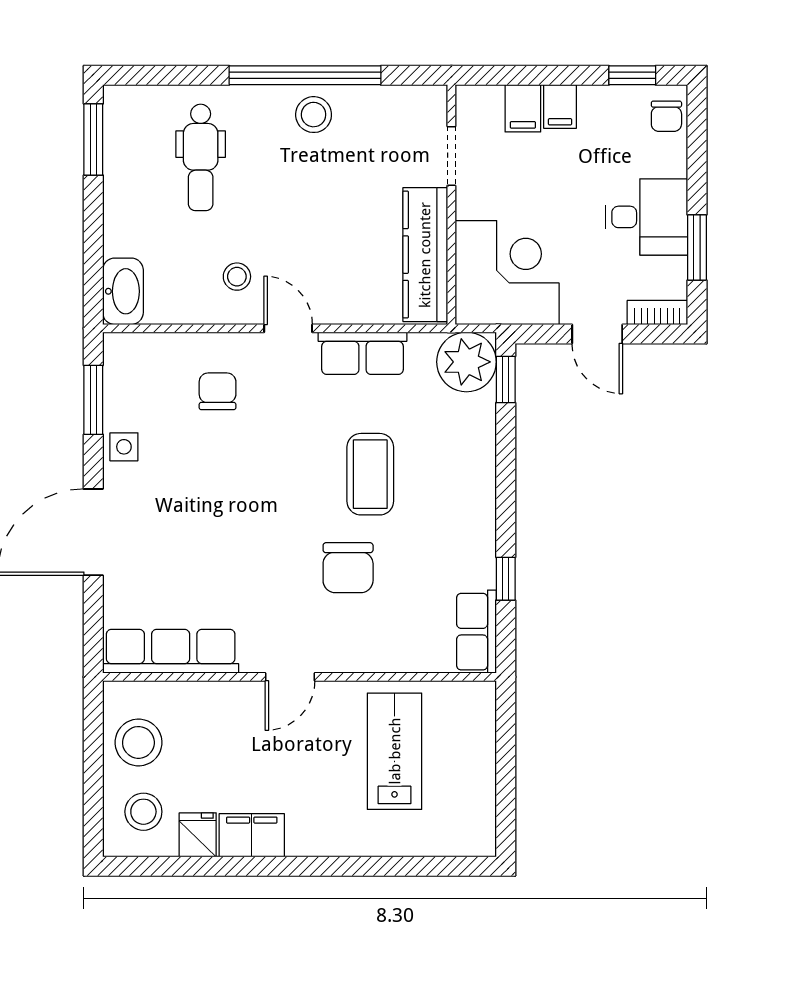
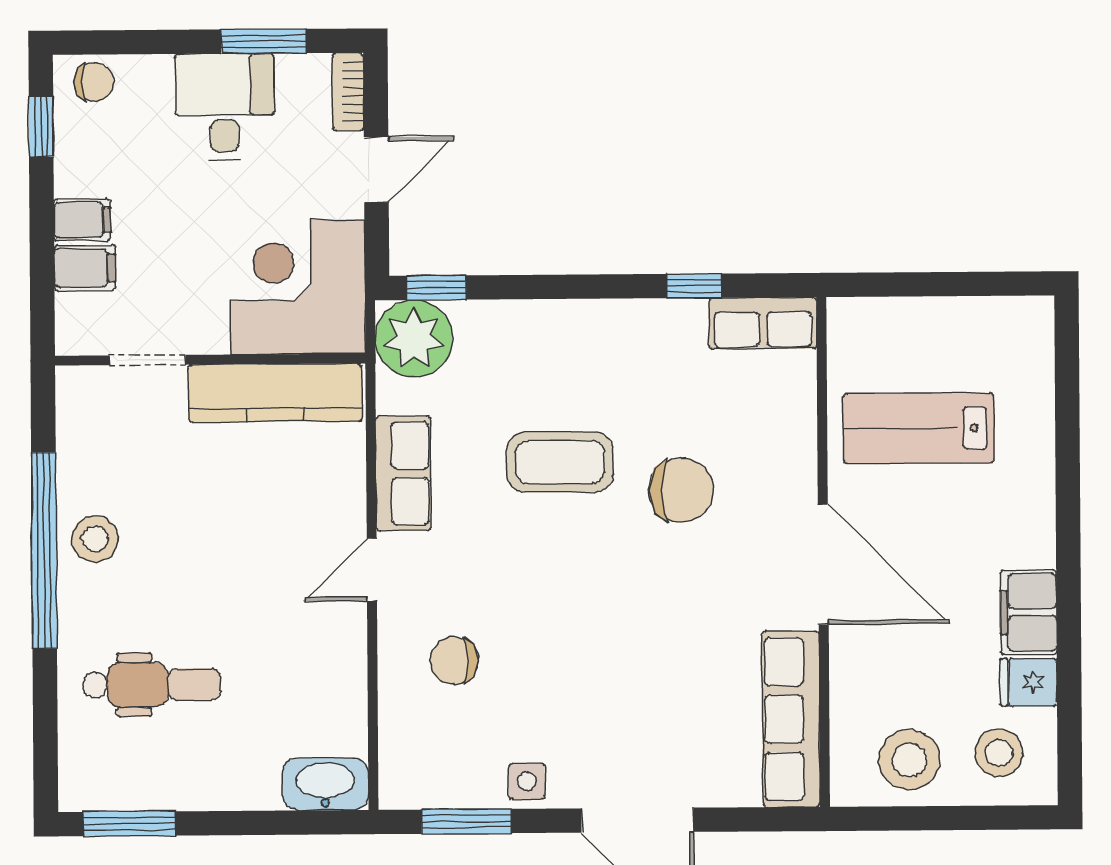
stool: (237, 277) -> (305, 637), removed
door: (290, 677) -> (823, 564), width x1.87

